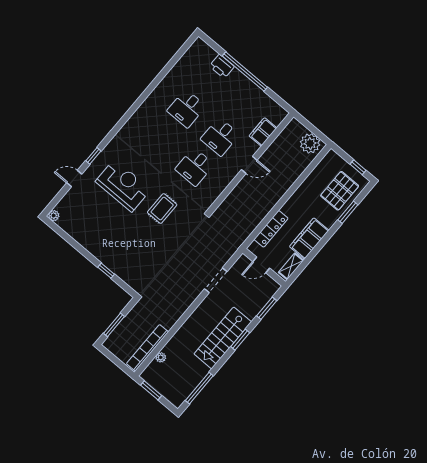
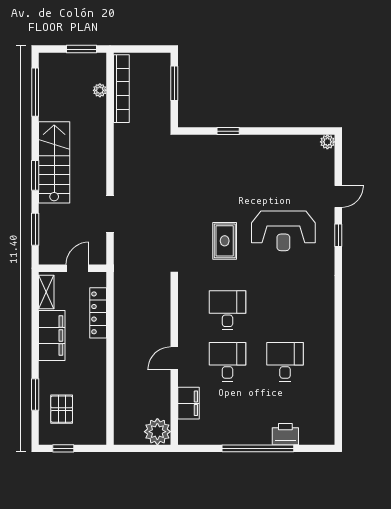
plant: (310, 143) -> (157, 432), moved
pallet: (340, 191) -> (62, 409), width x0.67, depth x0.71

